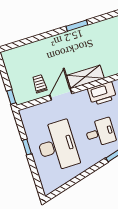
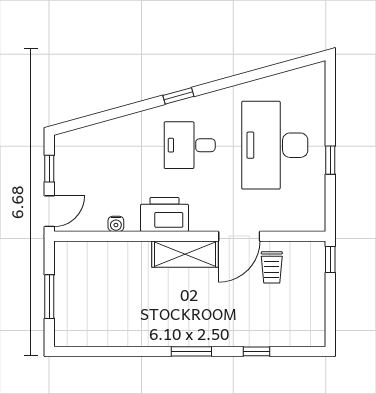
window: (77, 26) -> (191, 351), moved
window: (34, 39) -> (257, 351), added

